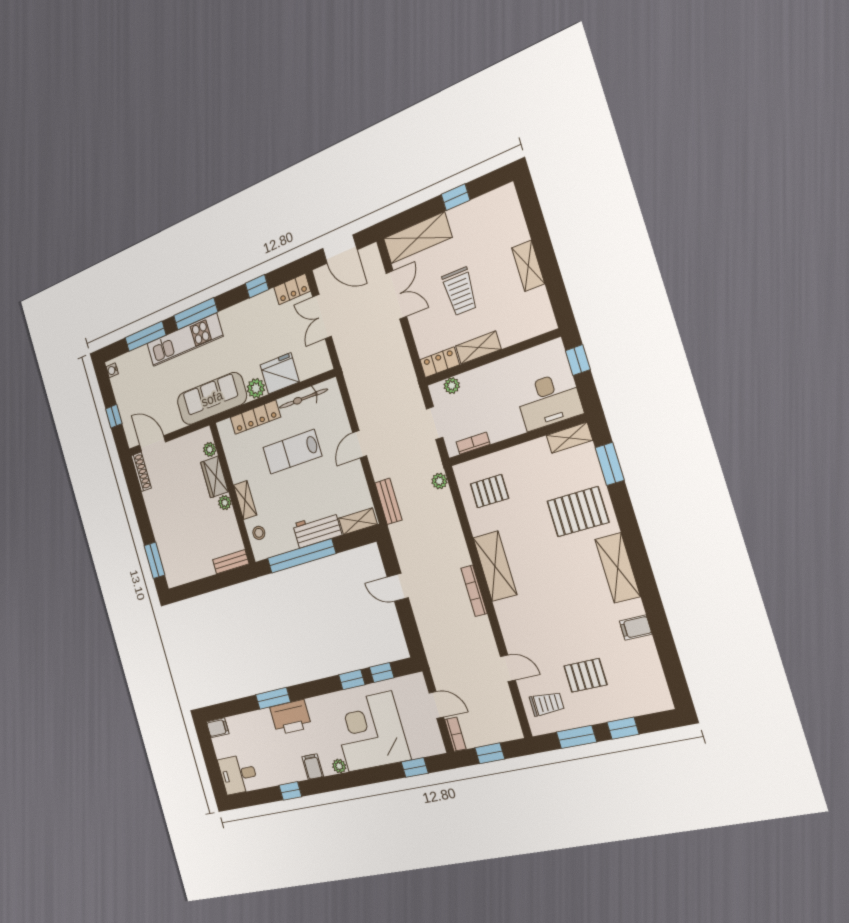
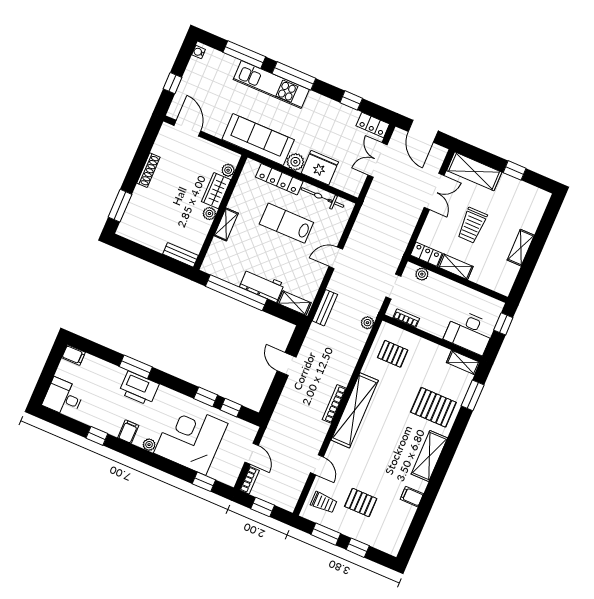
shoe rack: (141, 472) -> (148, 170), moved
stool: (259, 533) -> (218, 253), removed
shelving: (495, 566) -> (355, 410), width x1.47

